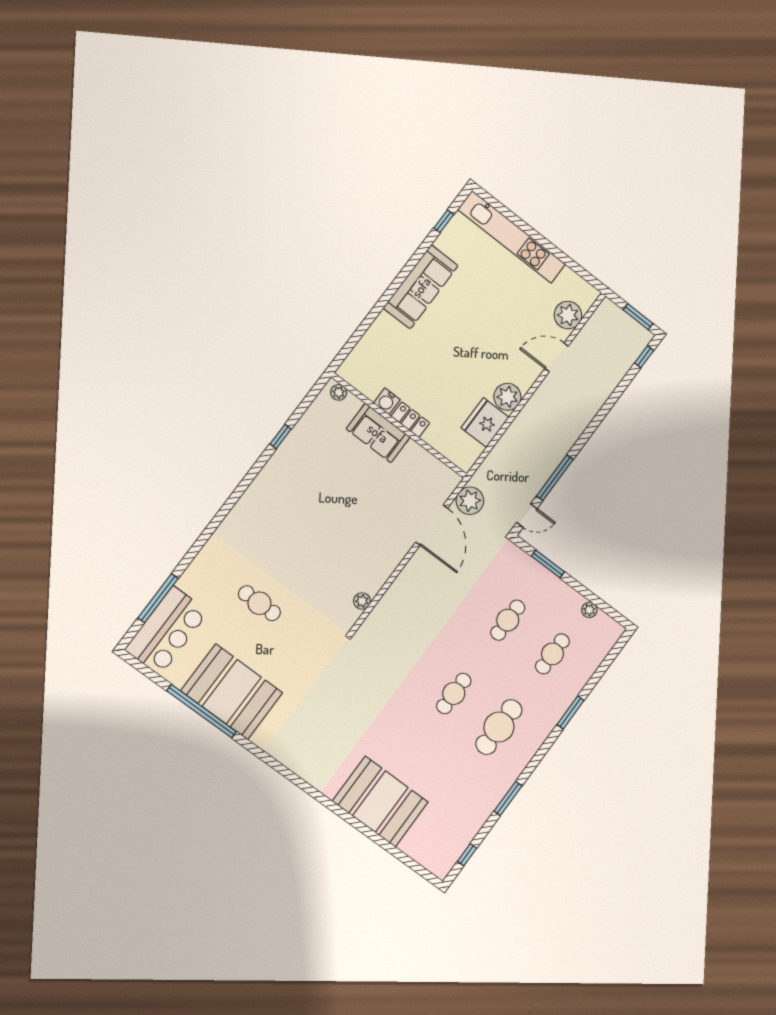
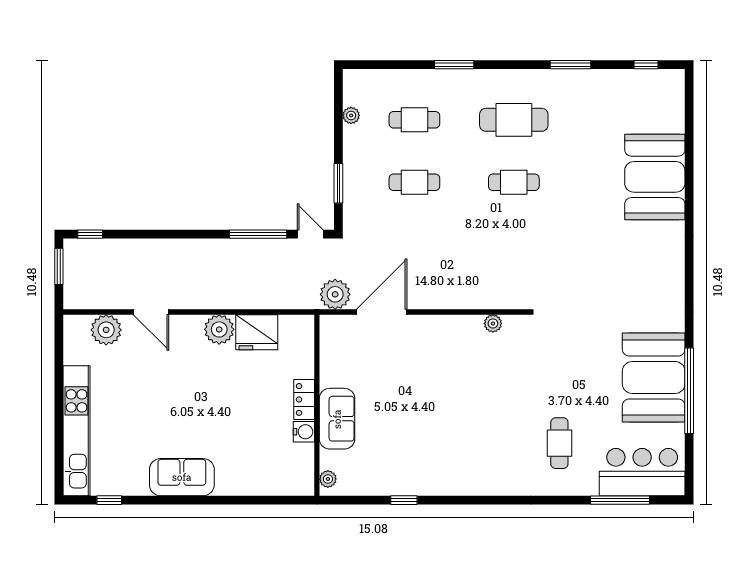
sofa: (421, 287) -> (182, 477), width x0.73
cafe table: (259, 603) -> (559, 443), moved

